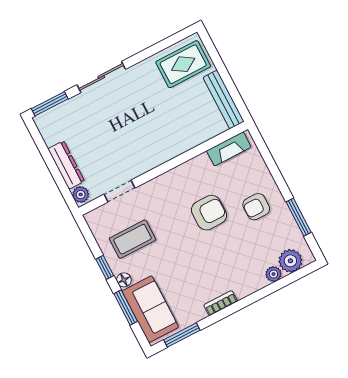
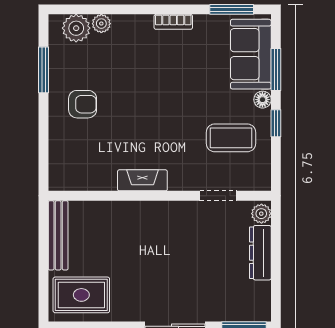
fireplace: (229, 149) -> (142, 180), moved
armchair: (209, 213) -> (136, 124), removed

